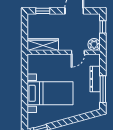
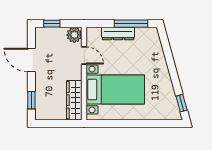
bed with nightstands: (50, 93) -> (115, 90), moved, turned 90

